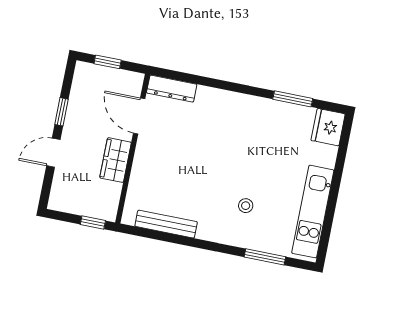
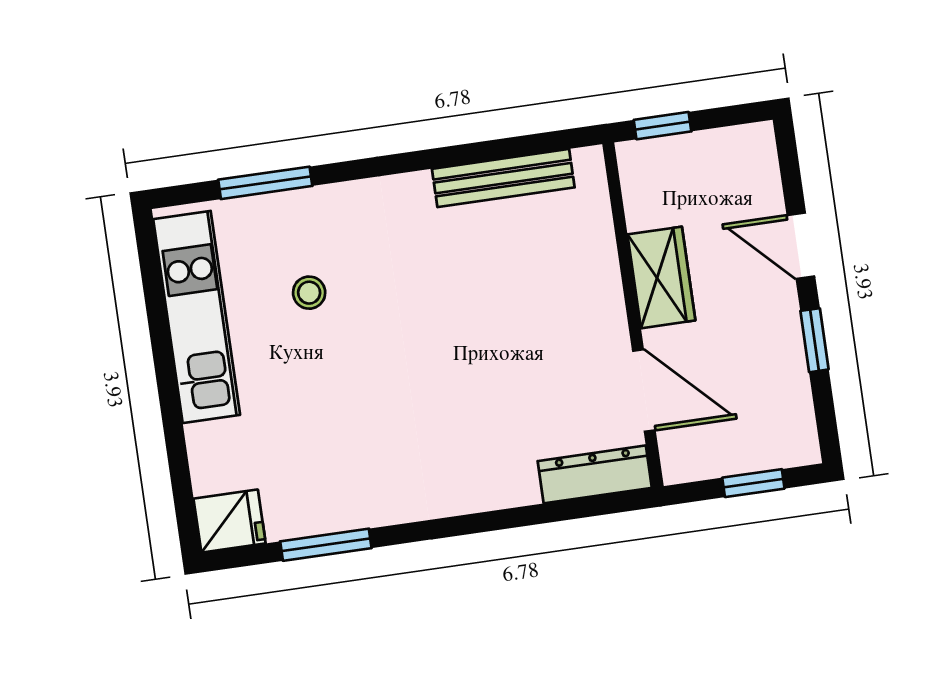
fridge: (328, 127) -> (230, 521), width x0.72
door: (53, 153) -> (801, 246), swing flipped
stool: (246, 206) -> (309, 293), moved

